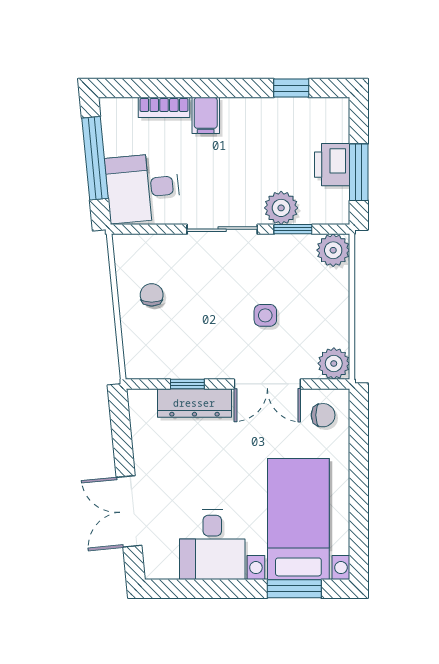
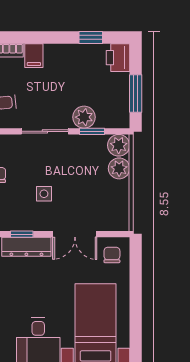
printer: (332, 165) -> (118, 58), moved
side table: (265, 315) -> (44, 194), moved
plant: (334, 363) -> (119, 168), moved
chair: (323, 415) -> (112, 255), turned -90

